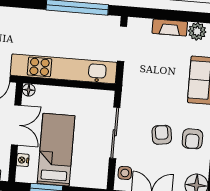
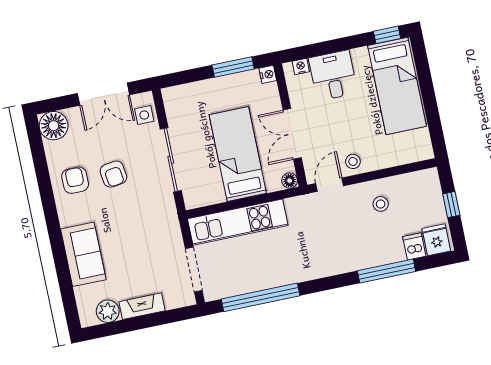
kitchen unit: (64, 69) -> (238, 222), width x0.73
bed: (56, 150) -> (238, 154), moved, turned 180
nightstand: (23, 160) -> (268, 74), moved

